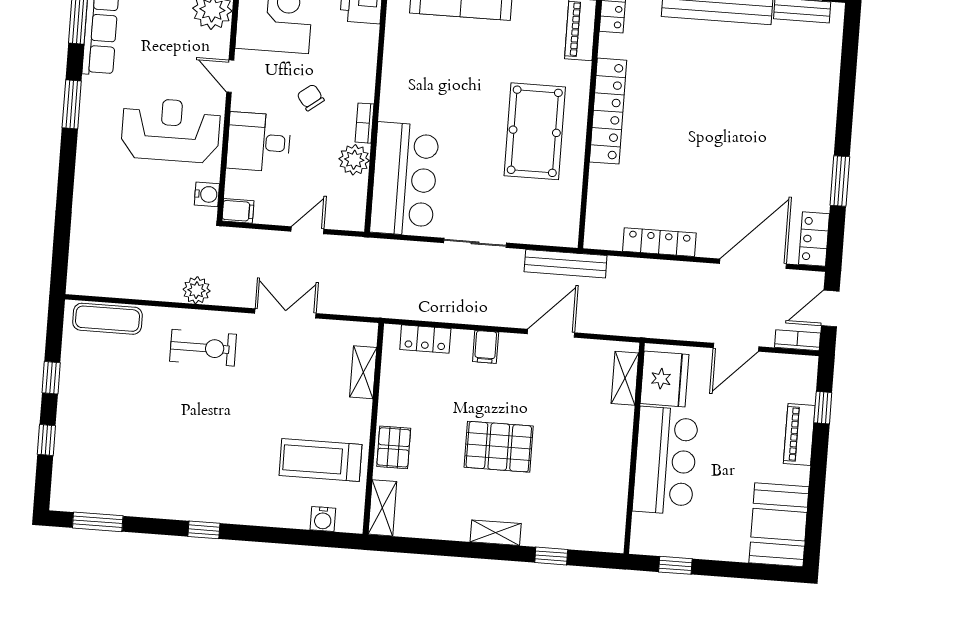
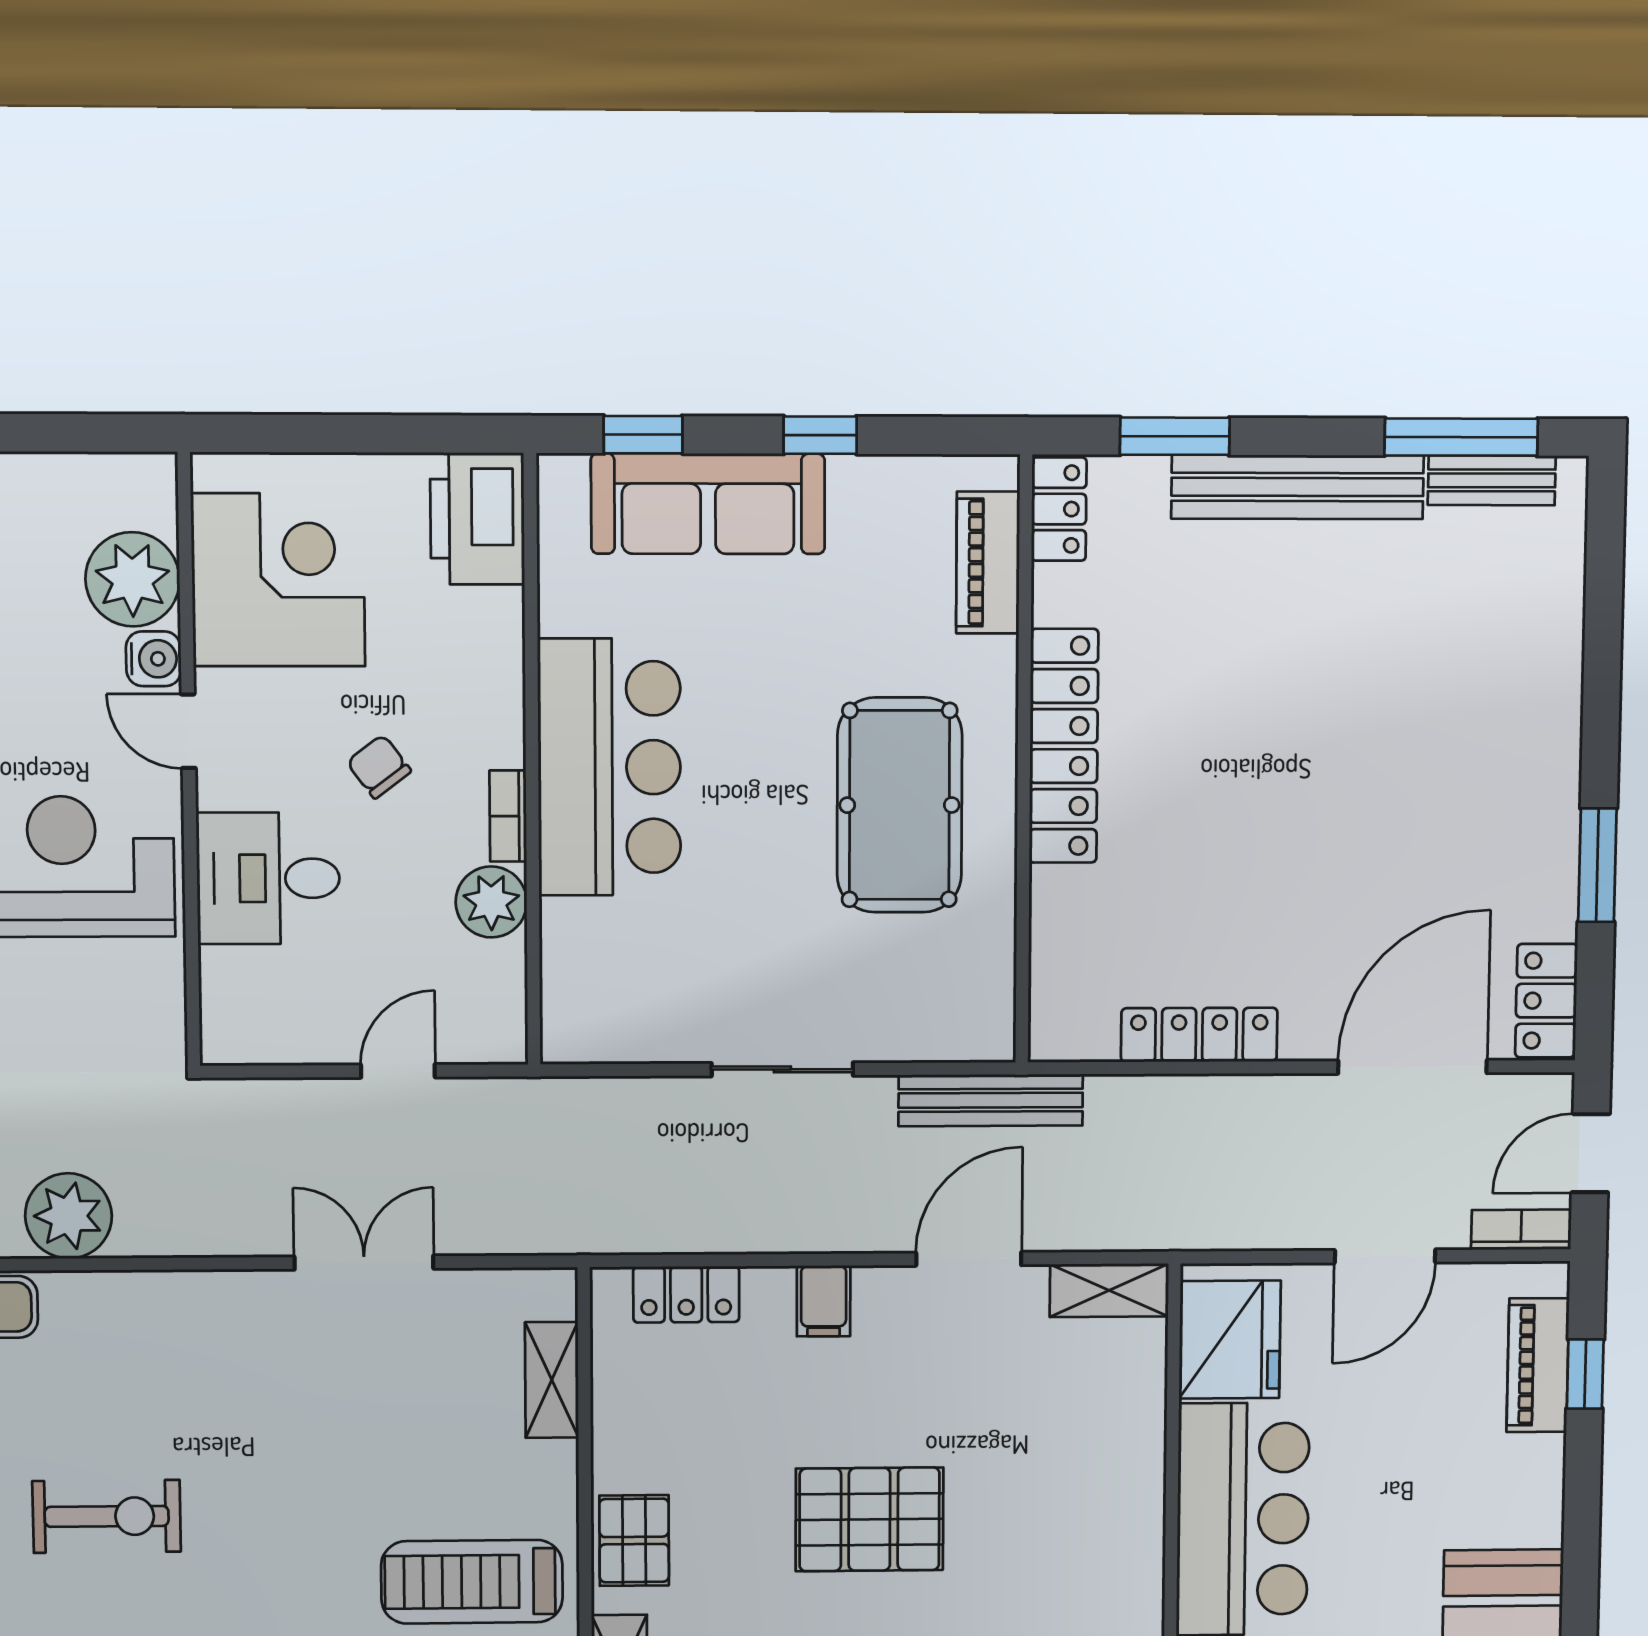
bar counter: (404, 179) -> (609, 767), moved
water cooler: (207, 194) -> (154, 659), moved
filing cabinet: (238, 211) -> (235, 1040), removed
plant: (197, 290) -> (68, 1216), moved, width x1.36, depth x1.36
exercise bike: (203, 348) -> (107, 1516), moved
shelving: (625, 378) -> (1109, 1290), moved, turned 90
piano: (799, 434) -> (1538, 1365), moved

